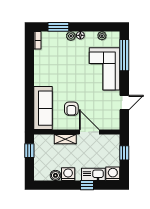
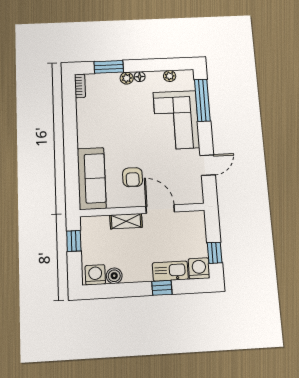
window: (124, 153) -> (215, 253), moved
washing machine: (68, 174) -> (95, 275), moved

